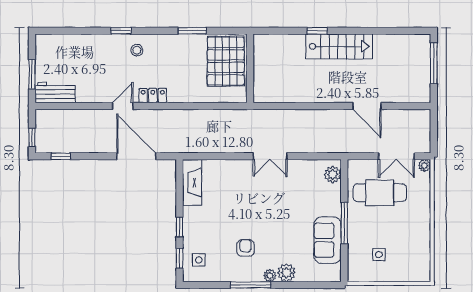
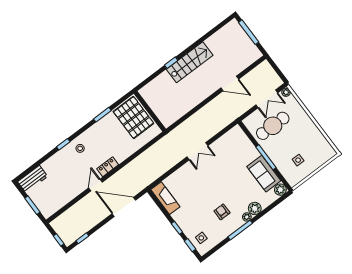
workbench: (55, 93) -> (33, 179), moved, turned 180
plant: (333, 175) -> (280, 190), moved

